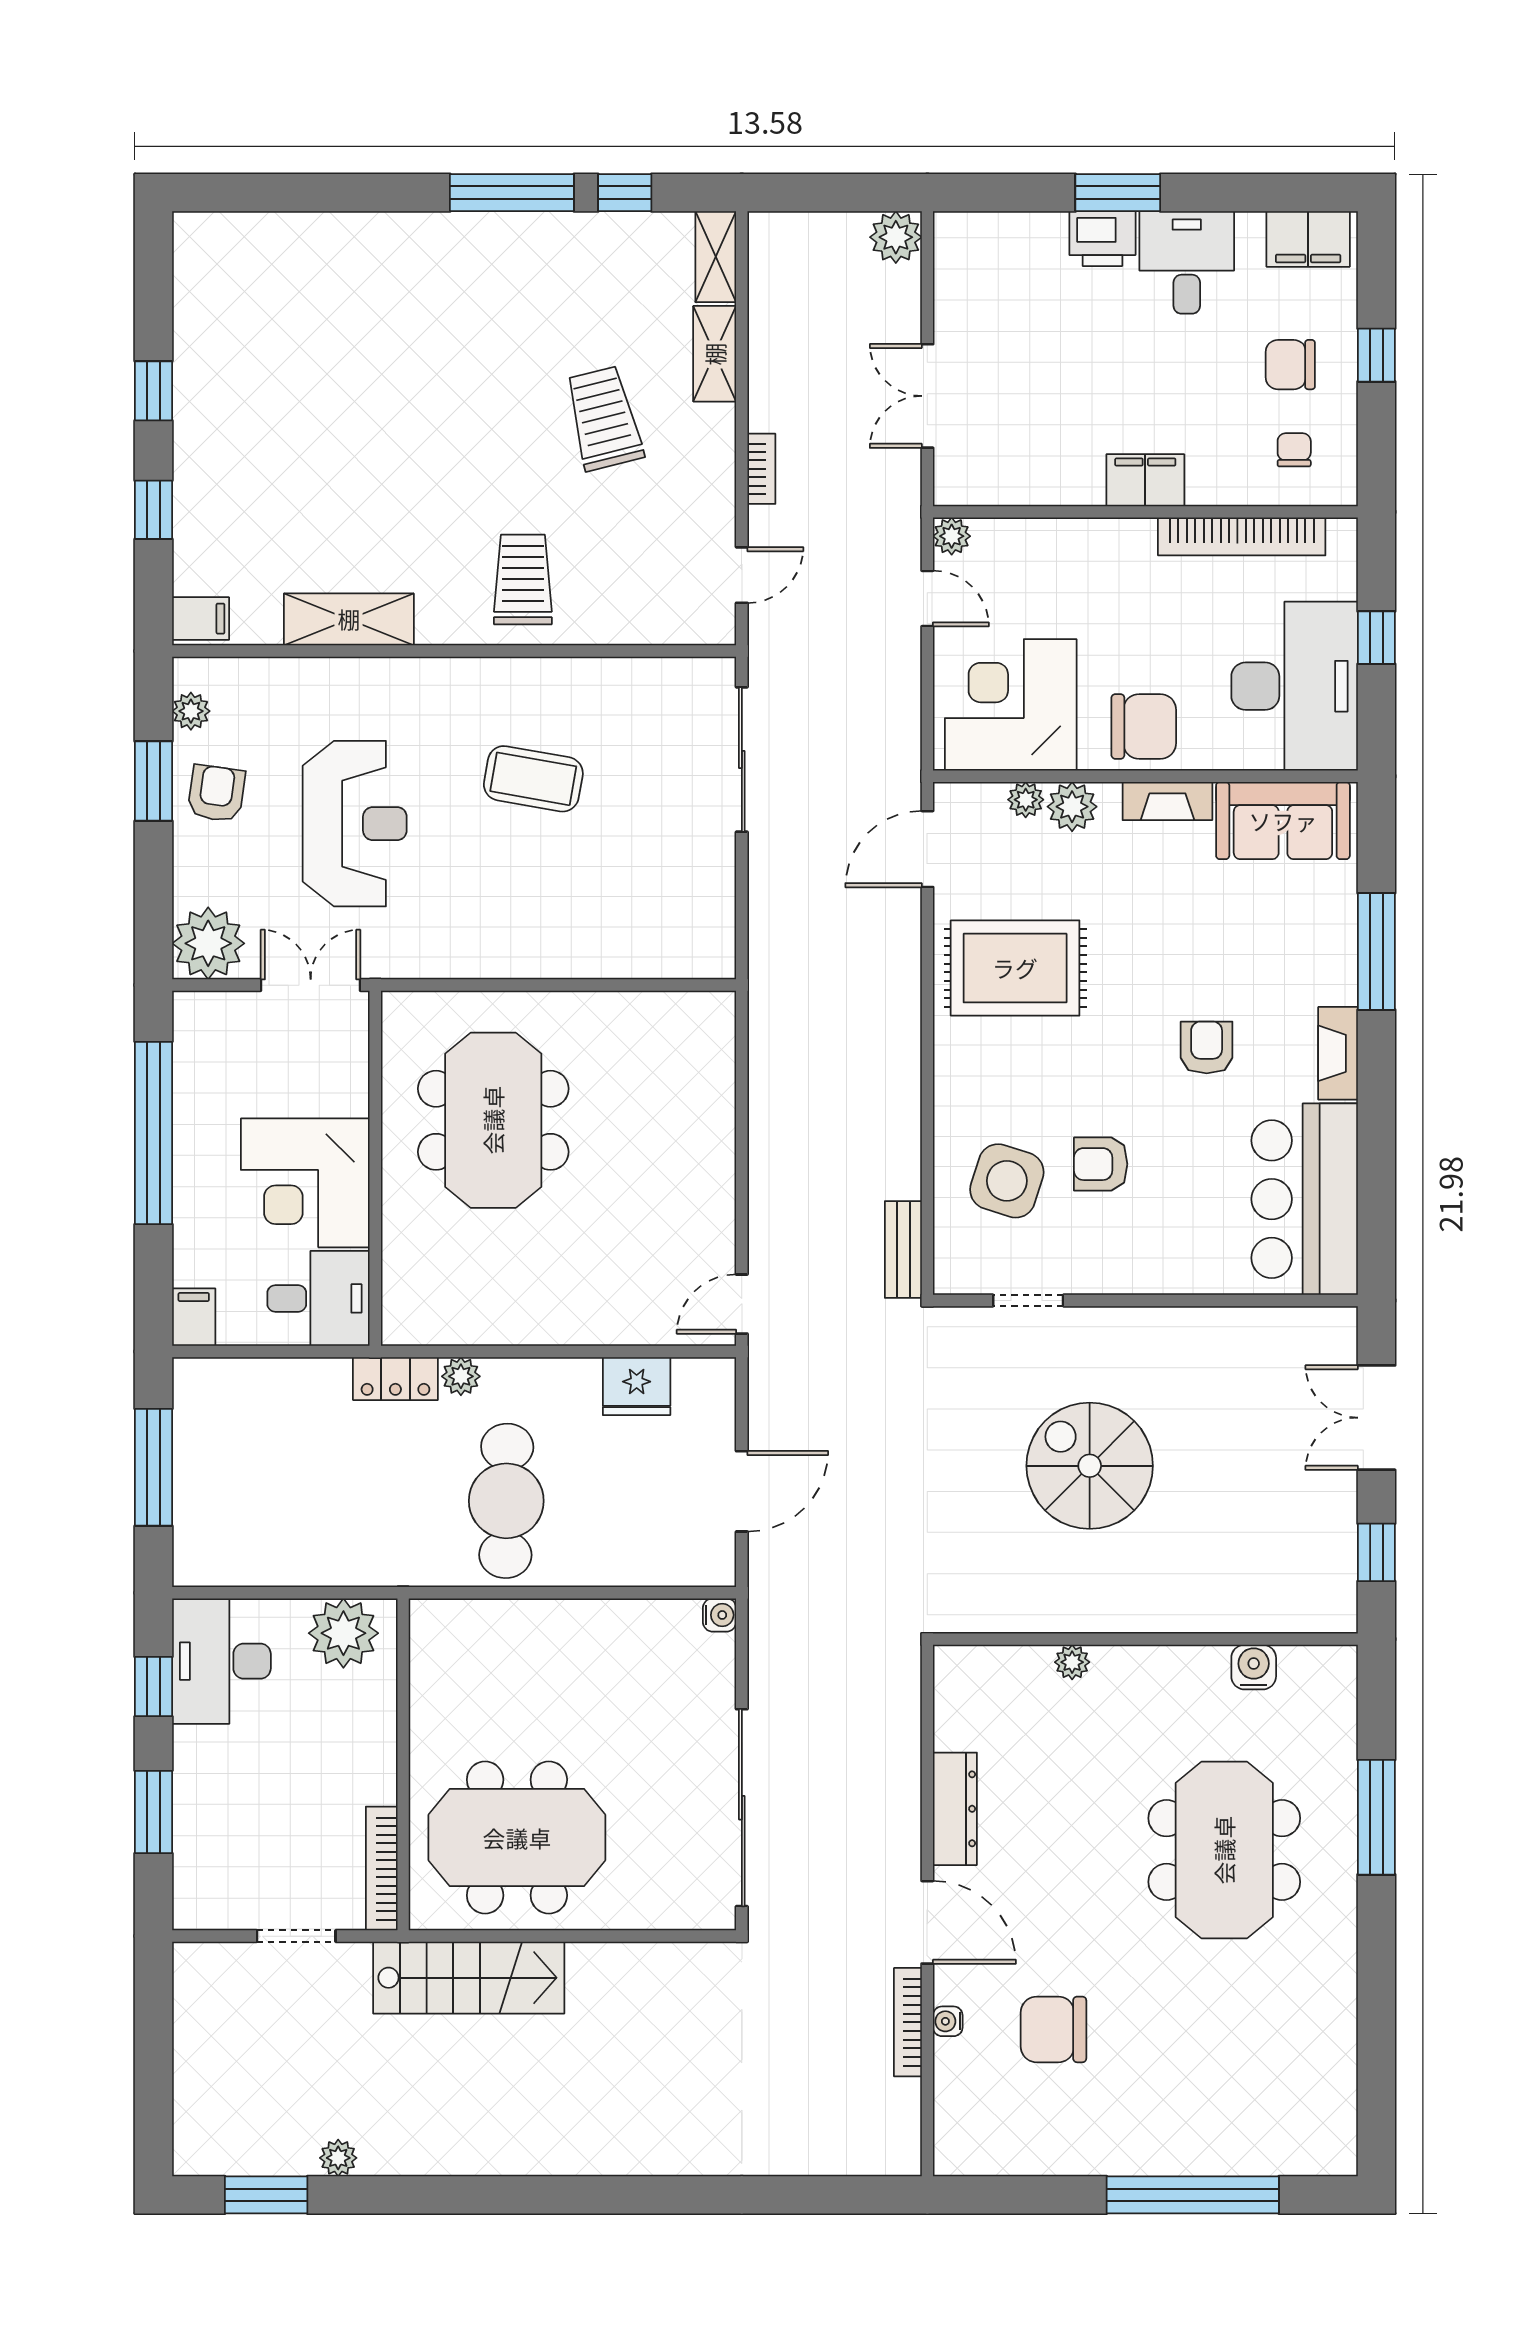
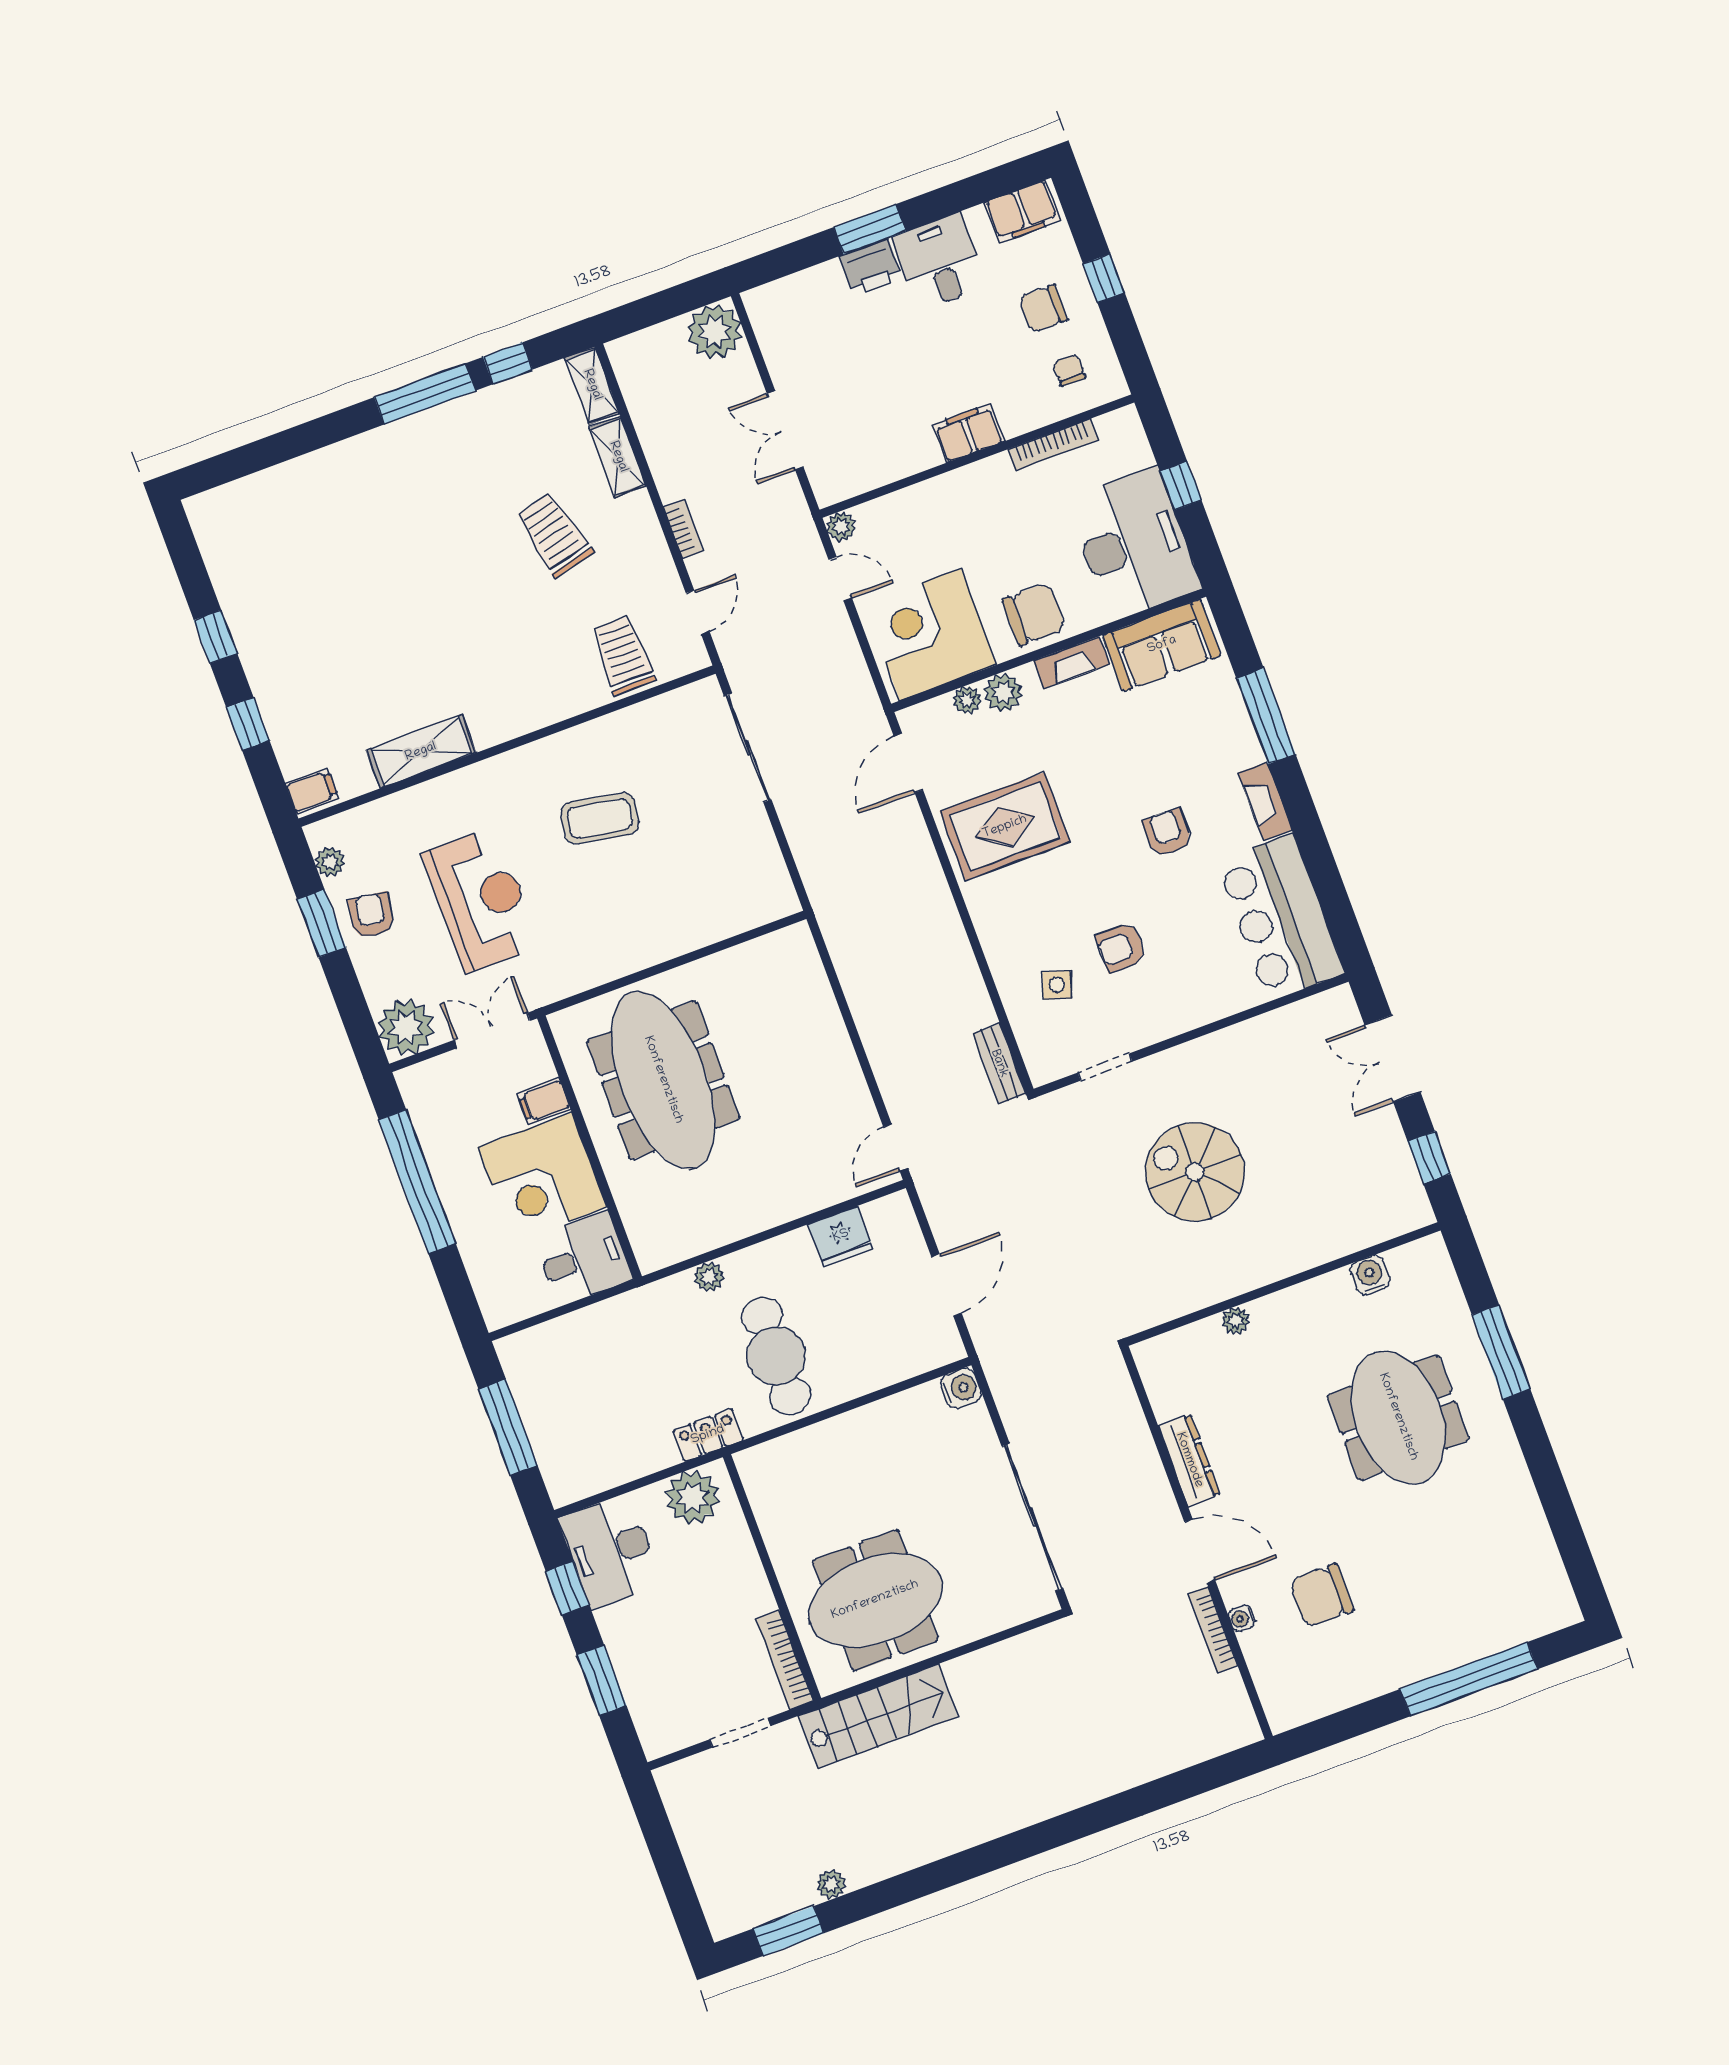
plant: (896, 237) -> (715, 332), width x1.36, depth x1.36
bookcase: (1242, 536) -> (1053, 445), width x0.68, depth x0.76
trolley: (523, 579) -> (623, 655), moved
meeting table: (493, 1120) -> (663, 1080), width x1.36
side table: (1007, 1181) -> (1057, 985), width x0.54, depth x0.54
filing cabinet: (194, 1317) -> (544, 1101), moved, turned -90
locker: (395, 1379) -> (708, 1435), moved, turned 180
water cooler: (720, 1615) -> (961, 1388), width x1.38, depth x1.38

